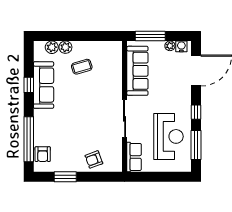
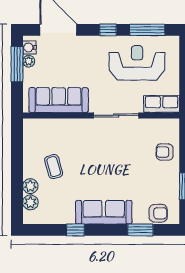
window: (150, 36) -> (17, 64), moved
sofa: (44, 85) -> (104, 212), moved
window: (29, 139) -> (140, 230), width x0.47
armchair: (94, 159) -> (165, 152), turned 110

